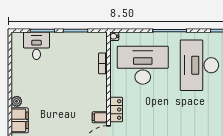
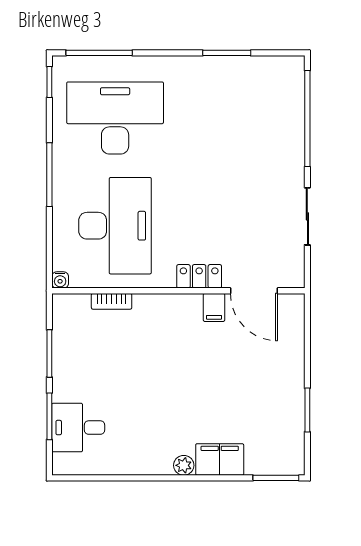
desk: (143, 65) -> (115, 226), turned 180
desk: (199, 65) -> (115, 118), turned 180

